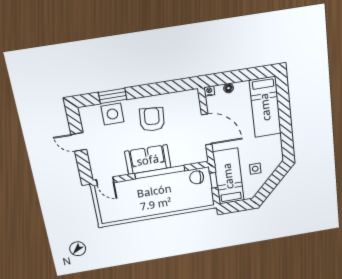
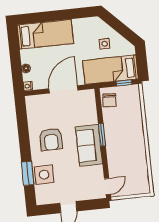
armchair: (152, 119) -> (51, 139), turned -95
window: (160, 172) -> (102, 135), width x0.47
window: (214, 180) -> (124, 83), moved

